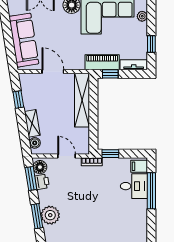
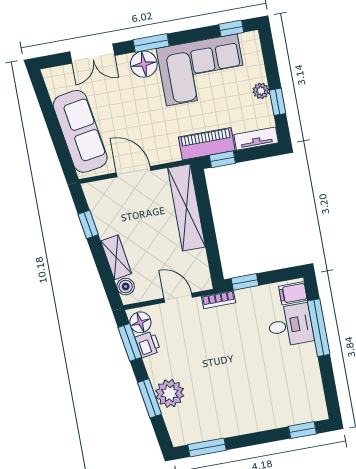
plant: (142, 16) -> (261, 91), moved

